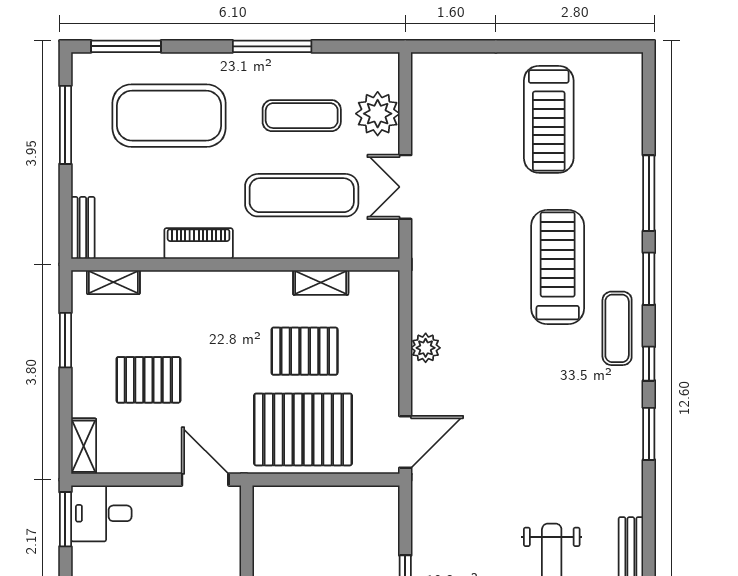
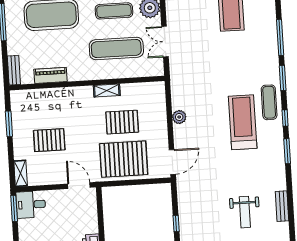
piano: (199, 243) -> (51, 75), moved
treadmill: (558, 267) -> (243, 122), moved
shelving: (113, 282) -> (30, 95), removed
shelving: (321, 283) -> (107, 90), moved

